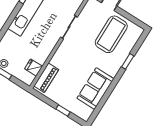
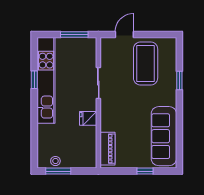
fridge: (34, 68) -> (88, 118), moved
sofa: (95, 88) -> (164, 136), width x1.36

